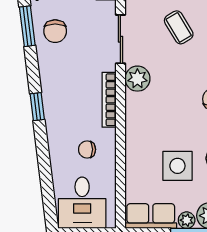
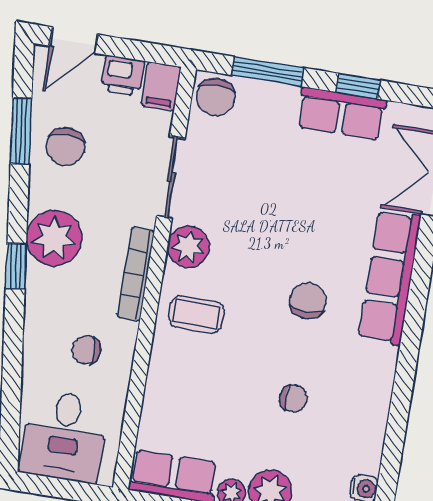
coffee table: (179, 27) -> (196, 314), moved, turned -58
plant: (57, 86) -> (54, 238), added
side table: (177, 166) -> (231, 401), removed

